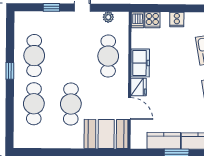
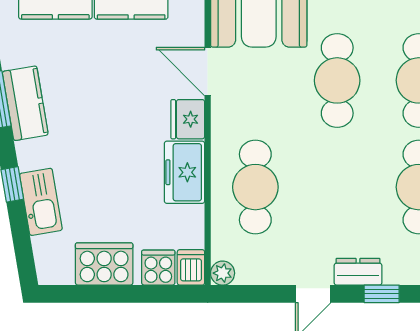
dresser: (62, 17) -> (358, 272), added
plant: (108, 17) -> (223, 273), moved
cooker: (177, 20) -> (104, 264), width x1.87, depth x1.31

